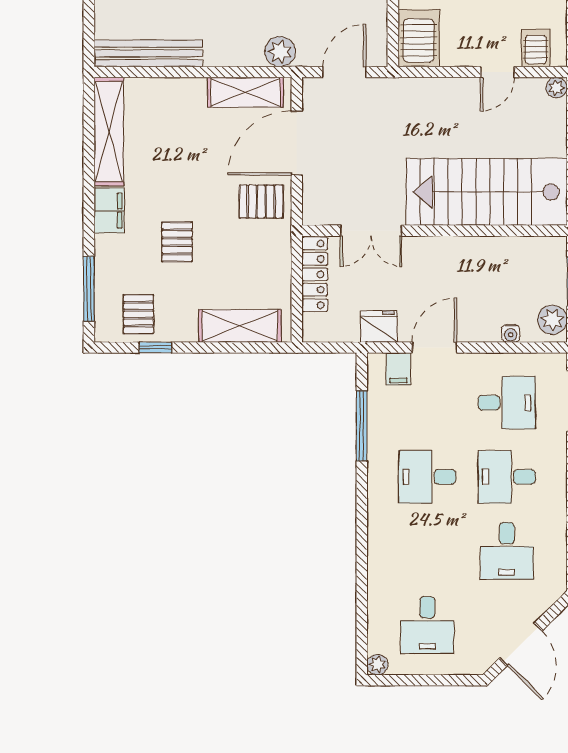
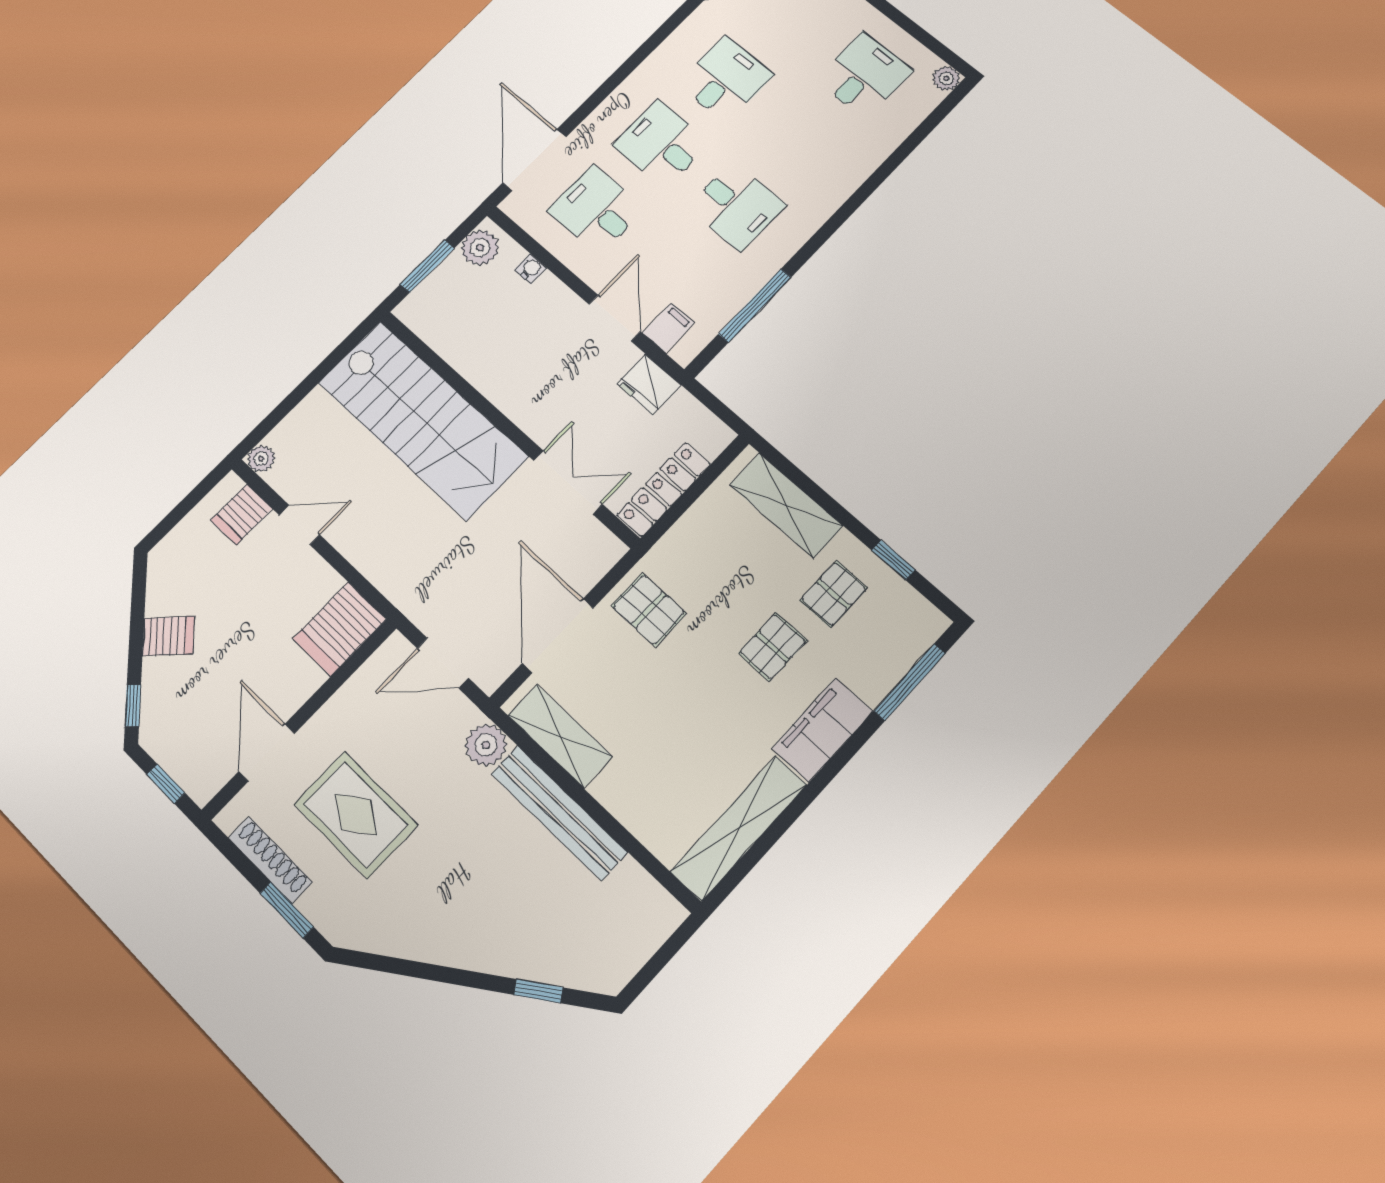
bench: (148, 53) -> (559, 813), moved
door: (297, 143) -> (558, 636), swing flipped
filing cabinet: (109, 211) -> (822, 730), width x1.50, depth x1.17
pallet: (138, 314) -> (834, 594), moved
door: (434, 348) -> (615, 318), swing flipped
desk: (507, 477) -> (661, 144), turned 180

